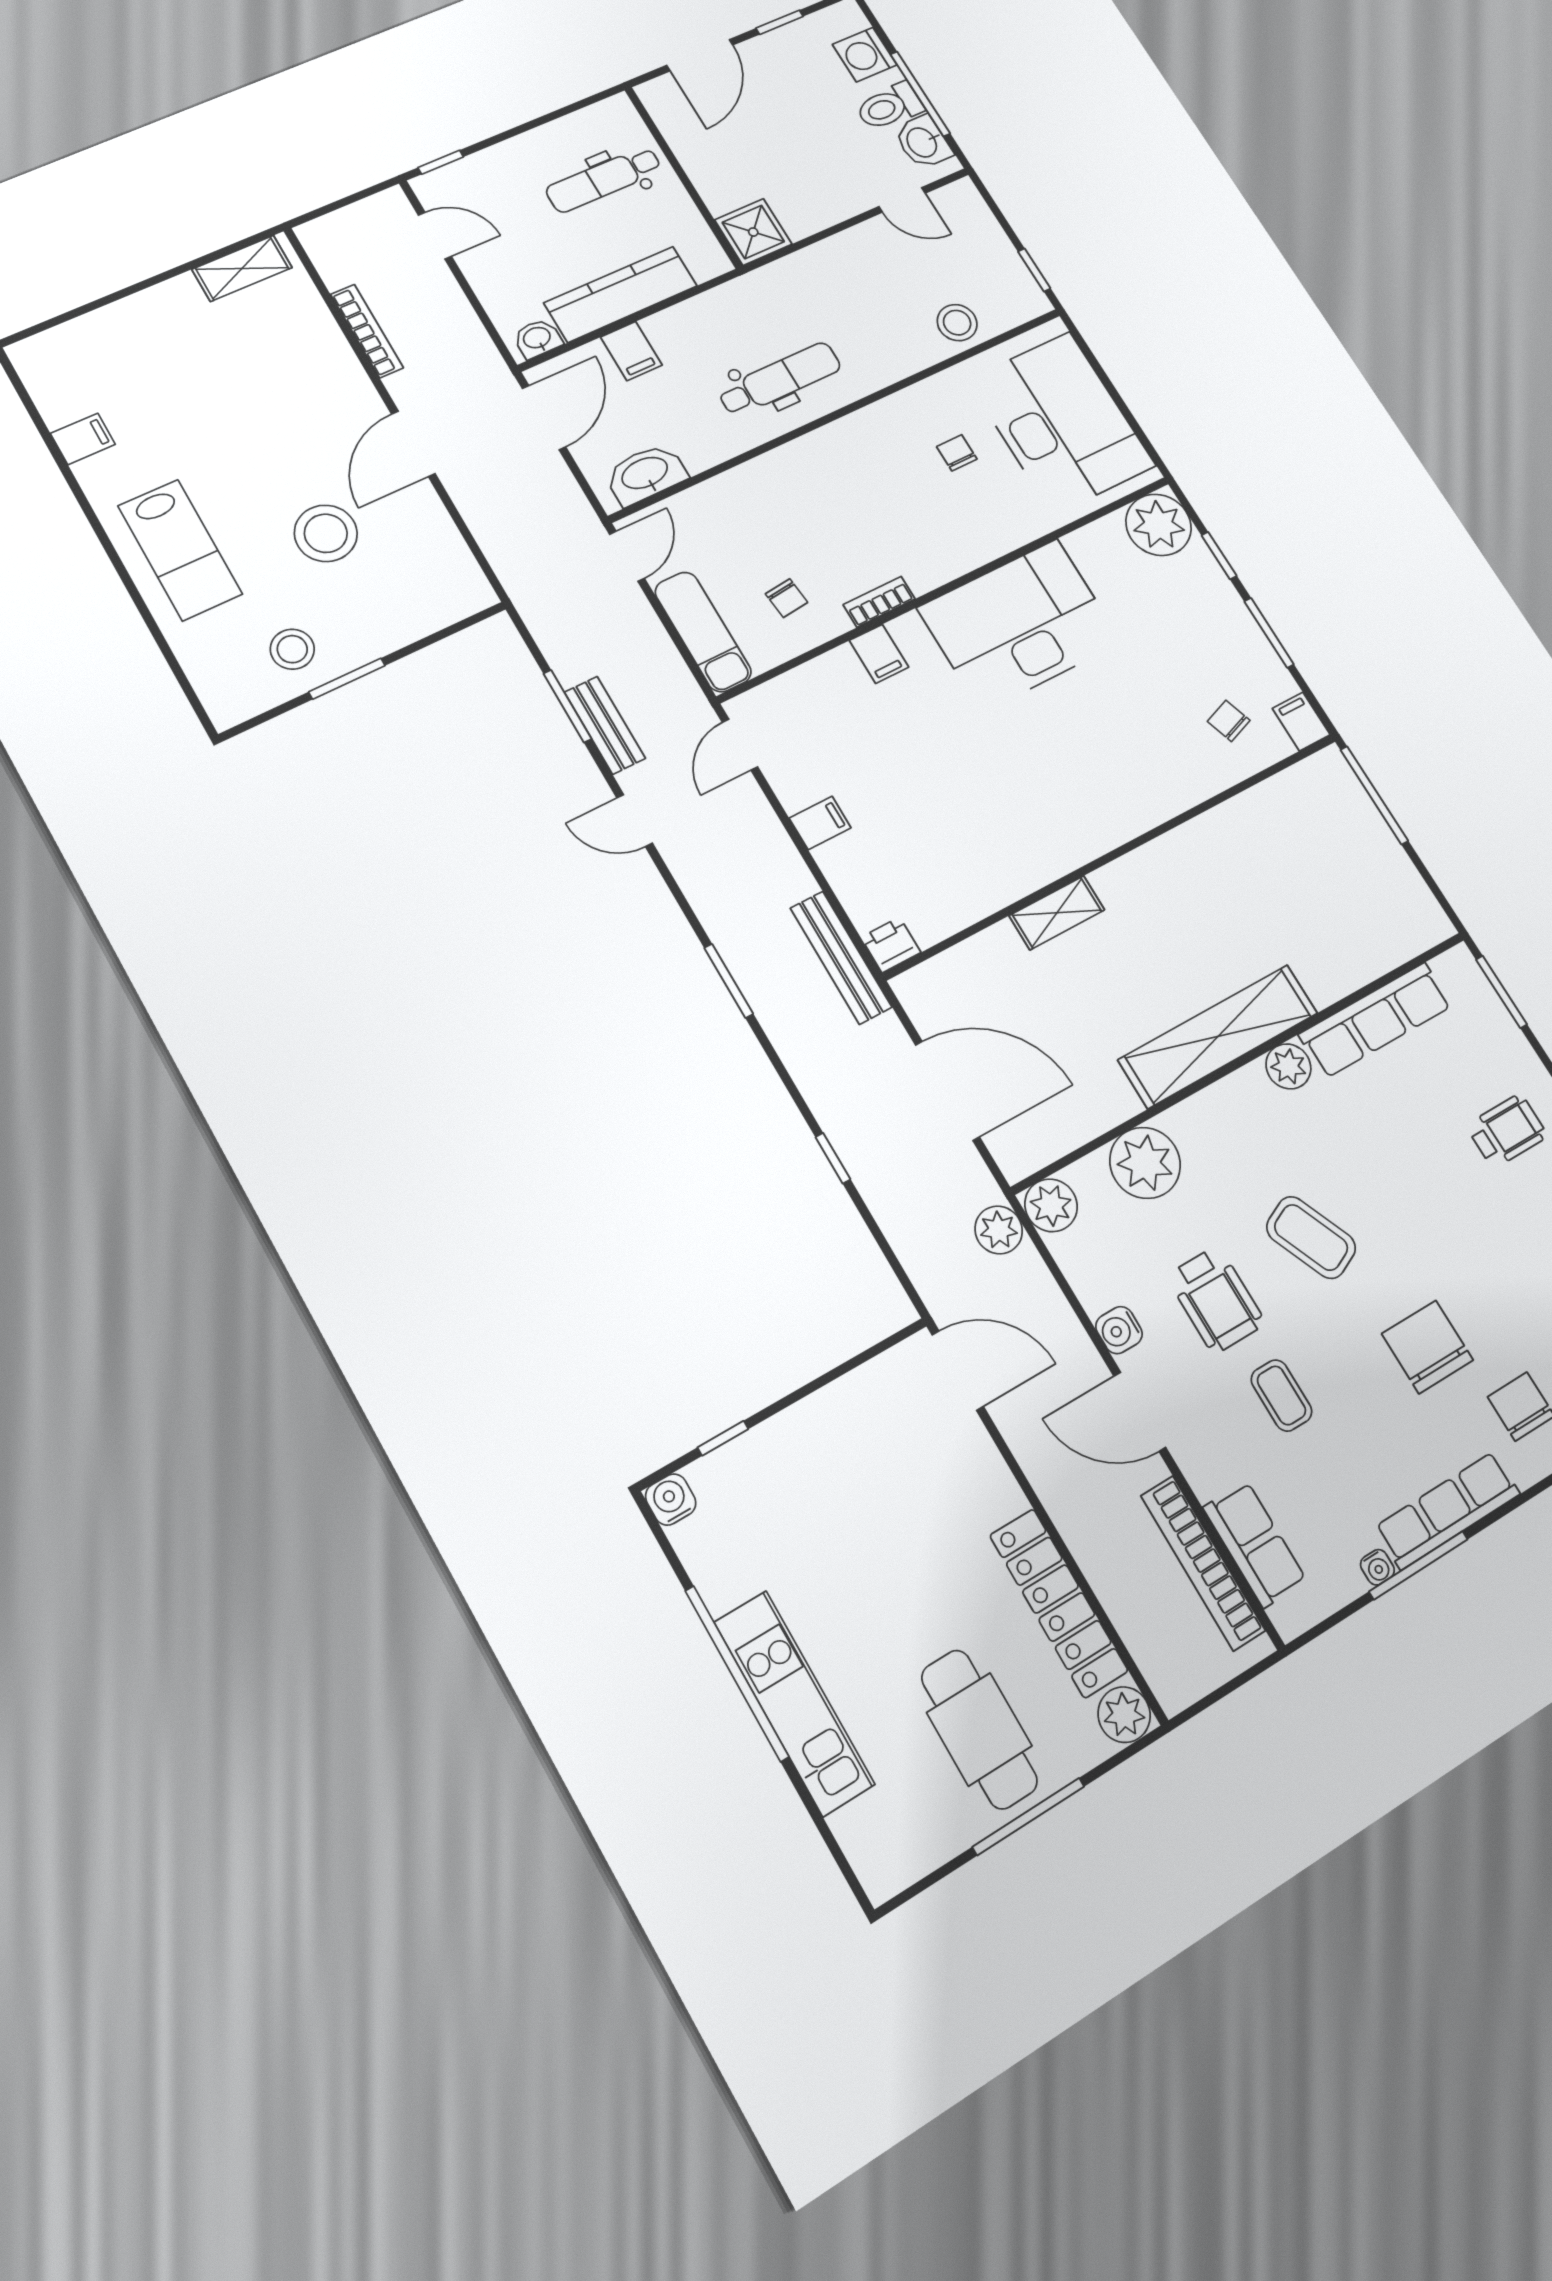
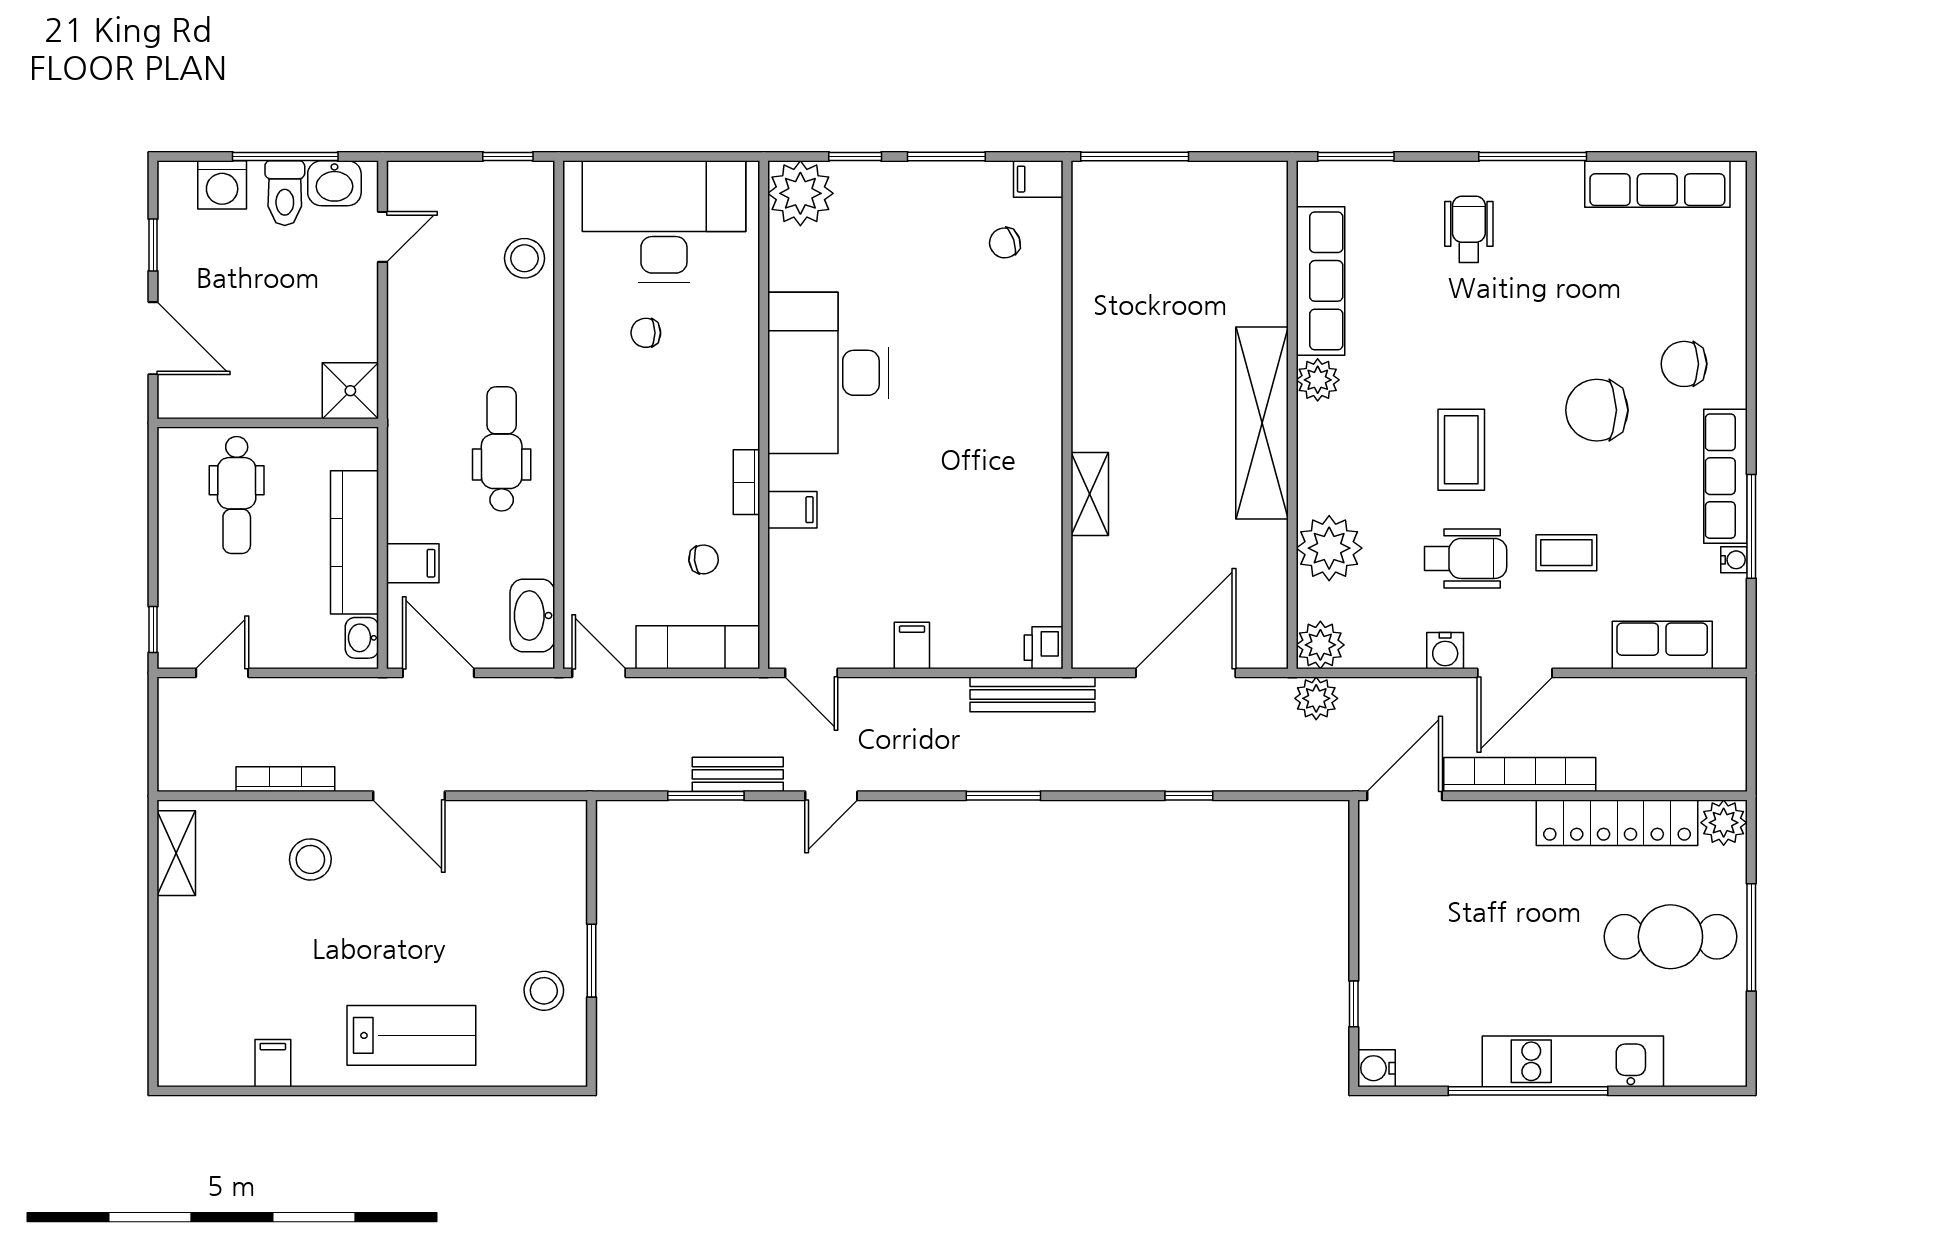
stool: (326, 533) -> (310, 859), moved, width x0.73, depth x0.73
coffee table: (1311, 1237) -> (1461, 450), turned -66
bookcase: (1203, 1563) -> (1520, 775), moved, turned 180

